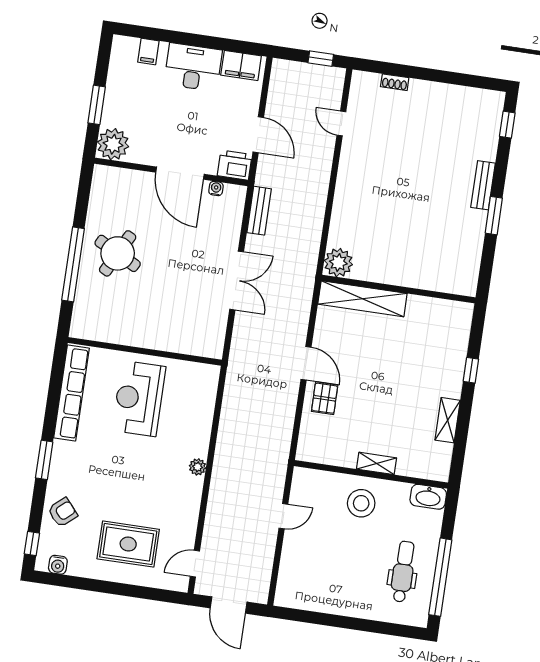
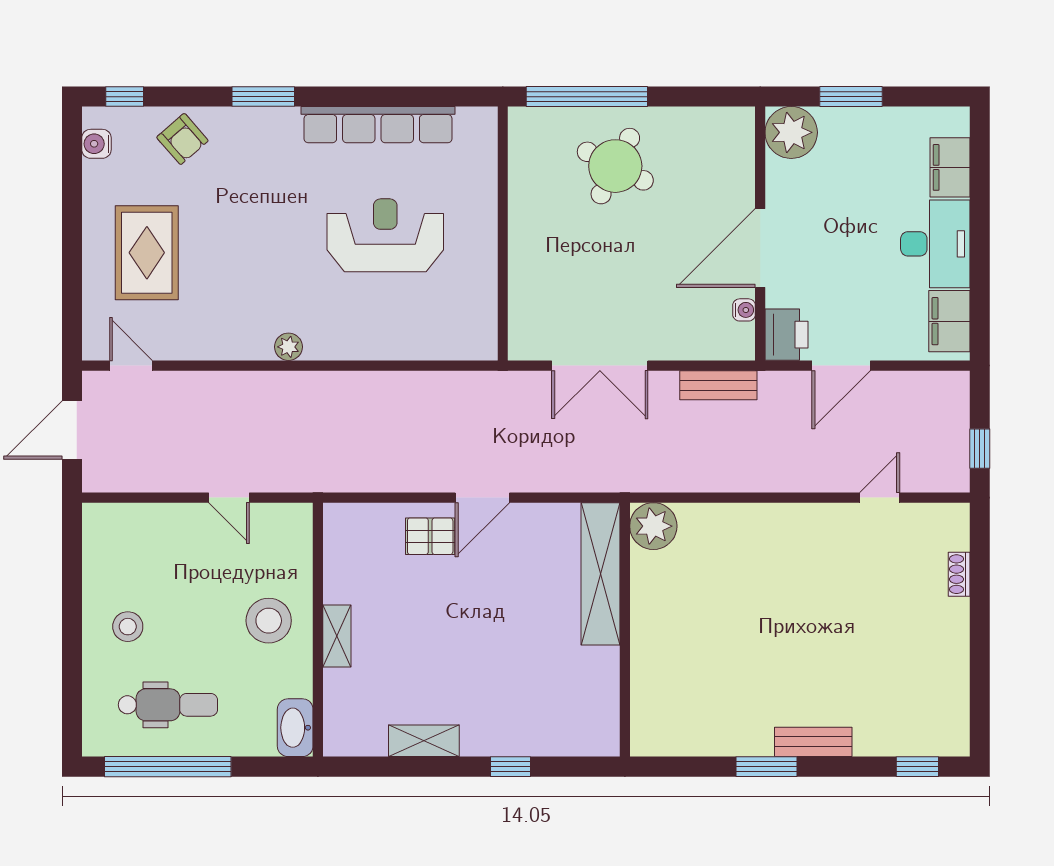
filing cabinet: (148, 51) -> (950, 167), width x2.00
wall: (145, 351) -> (503, 234), moved
stool: (352, 589) -> (128, 627), added

